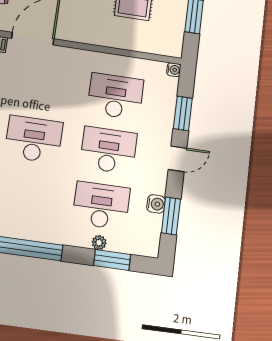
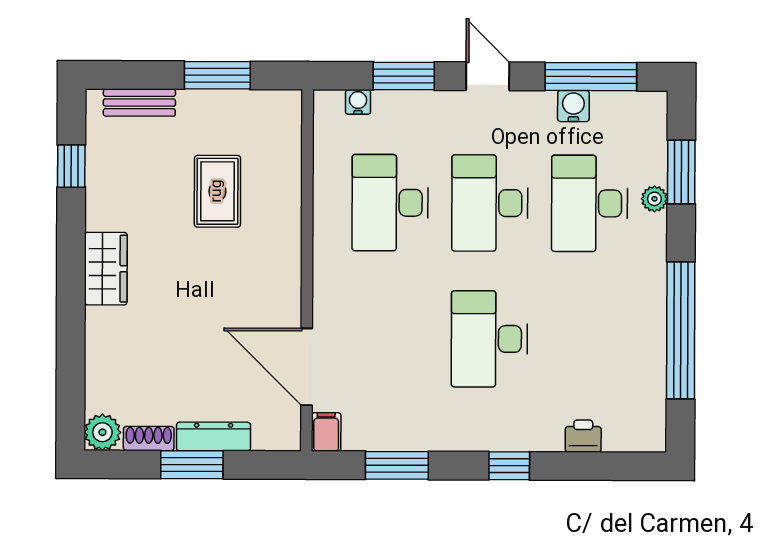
water cooler: (174, 70) -> (358, 102), moved
window: (171, 216) -> (591, 77), width x1.44

